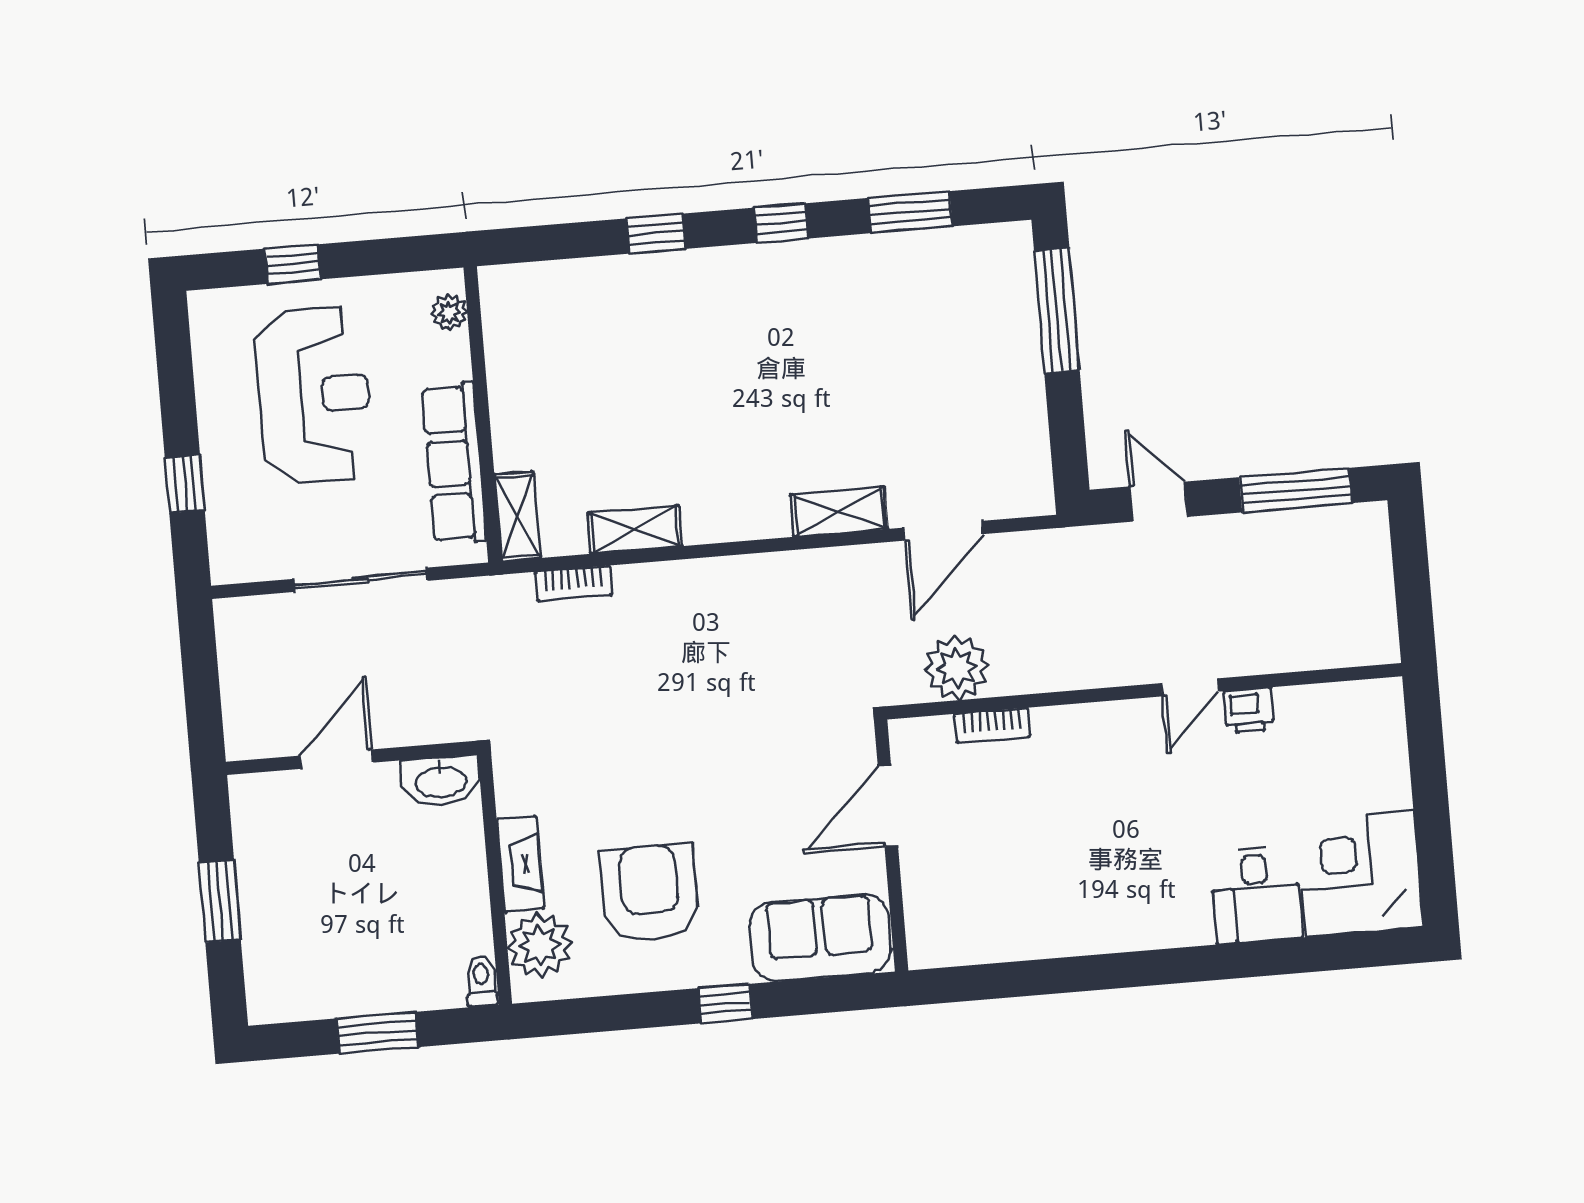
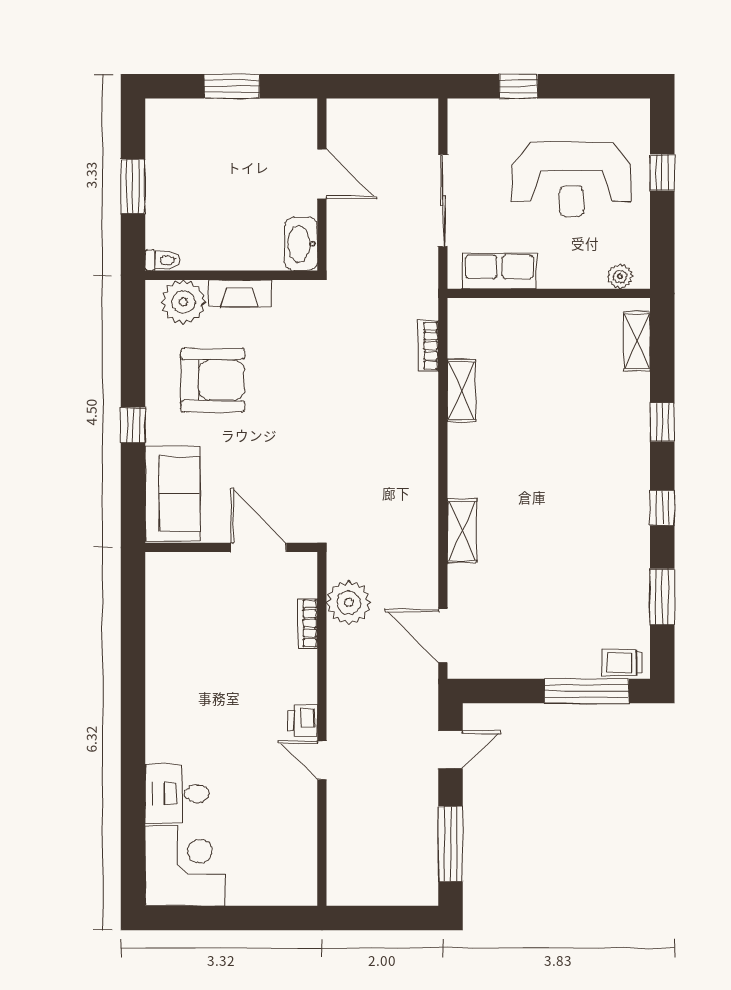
trolley: (1011, 263) -> (622, 663), added
row of seats: (454, 463) -> (499, 271), width x0.68
shelving: (517, 516) -> (637, 341), moved, turned 90
door: (943, 531) -> (443, 636), moved
printer: (1249, 711) -> (303, 721), moved

